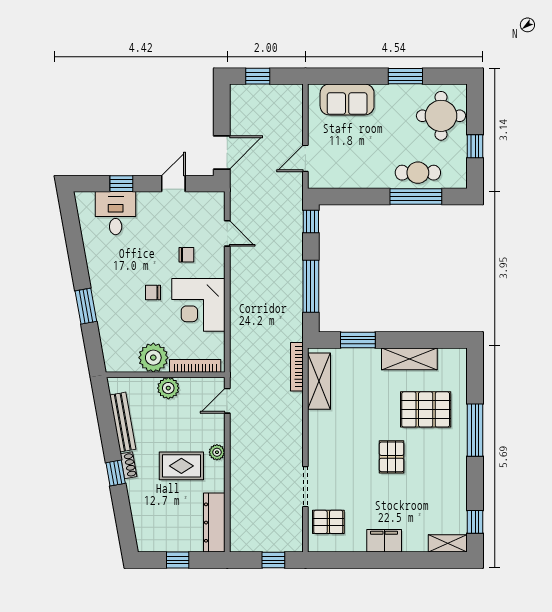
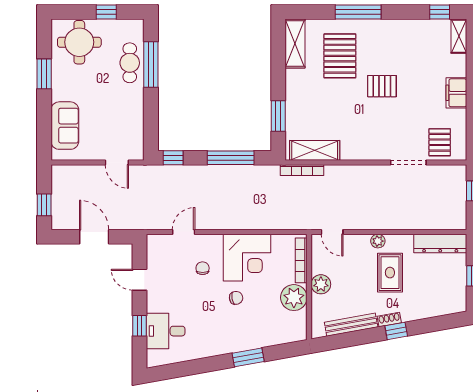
door: (222, 152) -> (94, 237), moved
chair: (153, 292) -> (236, 298), turned -100
shelving: (409, 359) -> (295, 44), moved

